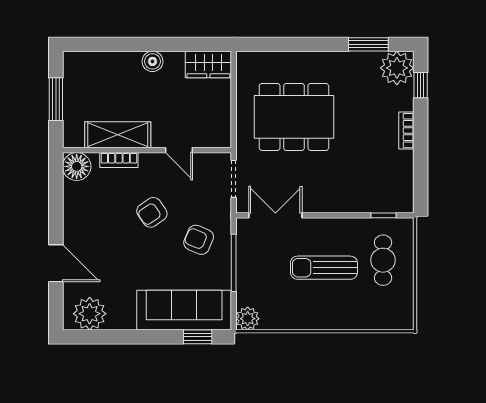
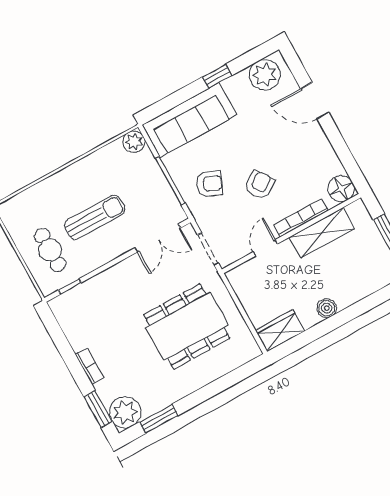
window: (421, 85) -> (98, 409), width x1.50
door: (179, 150) -> (265, 248), hinge flipped
bookcase: (119, 160) -> (301, 218), width x1.56
window: (198, 337) -> (217, 76), moved

